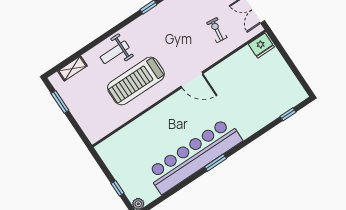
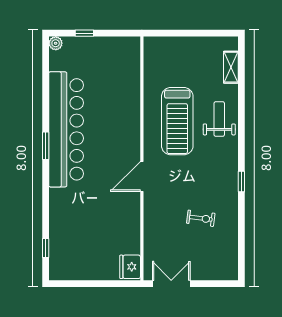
exercise bike: (217, 30) -> (201, 218), moved
treadmill: (136, 81) -> (177, 121), turned 180
window: (60, 102) -> (206, 33), removed

